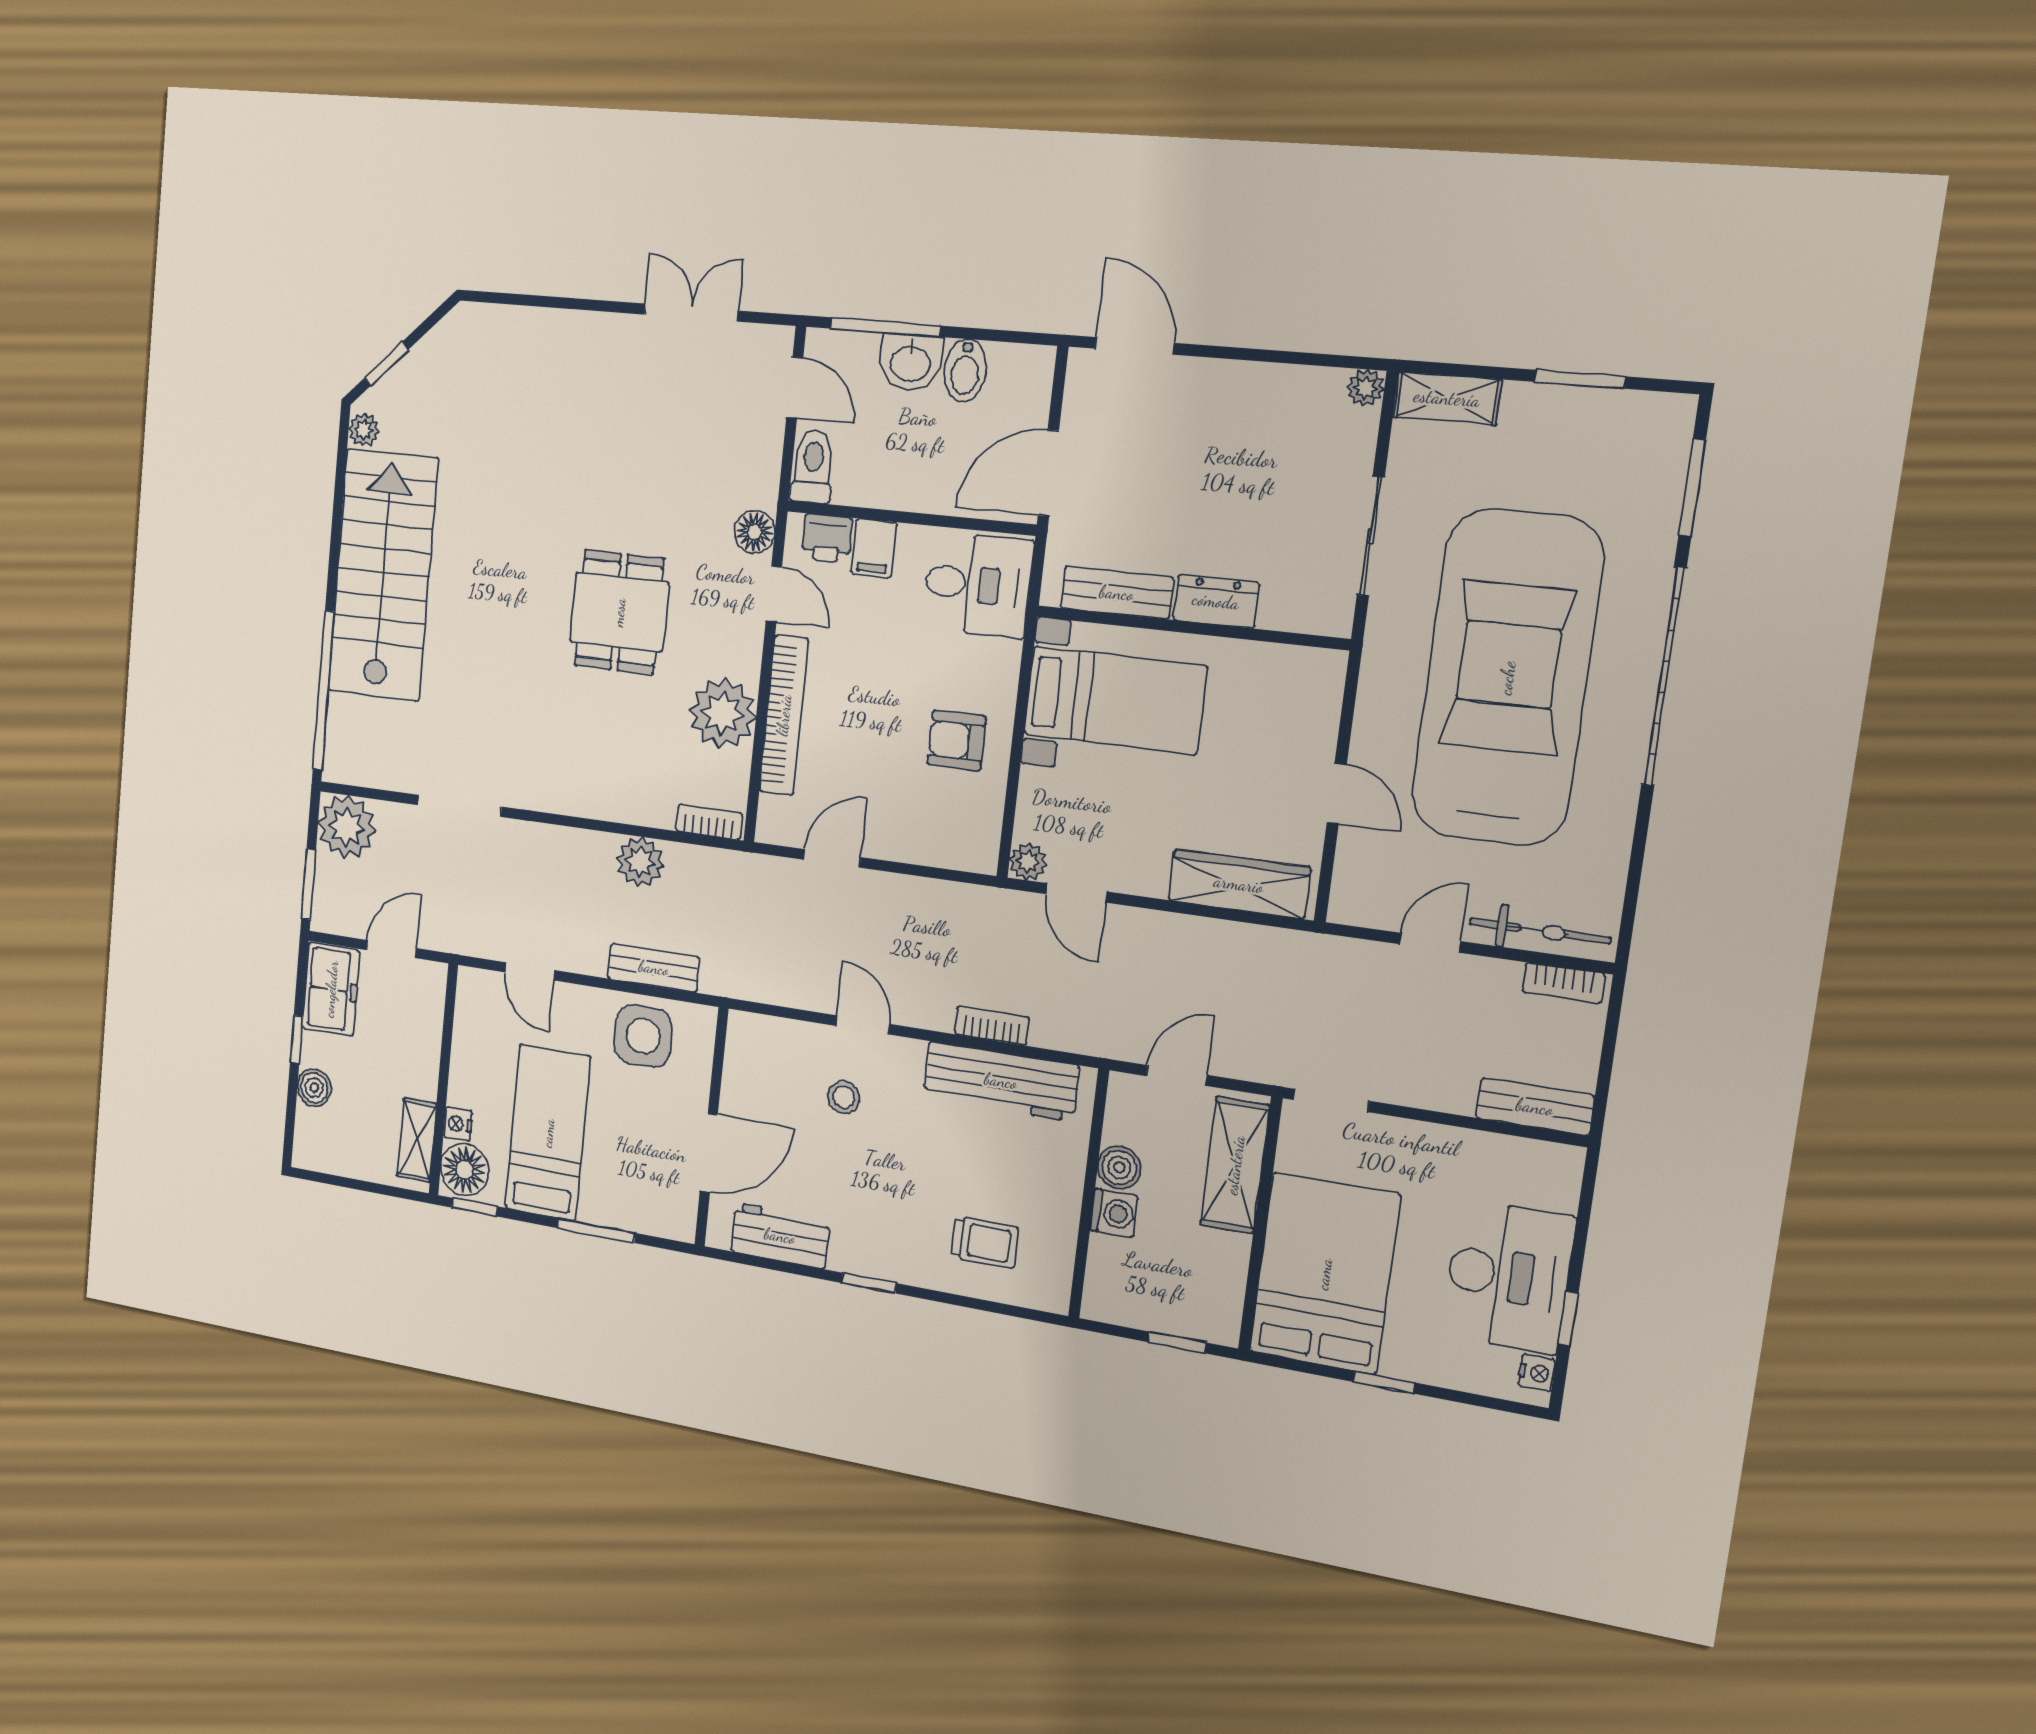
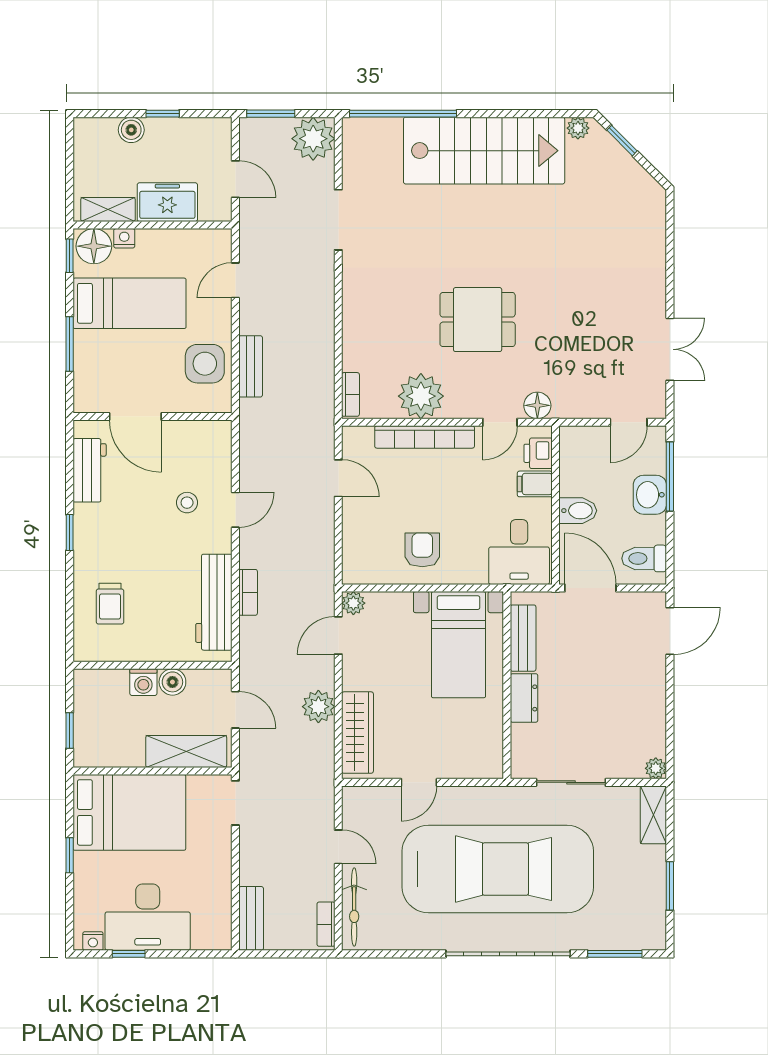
bidet: (965, 370) -> (578, 511), moved, turned 180
toilet: (813, 467) -> (644, 558), moved, turned 180
plant: (640, 862) -> (318, 707), moved
freezer: (331, 989) -> (167, 202), moved, turned 180

